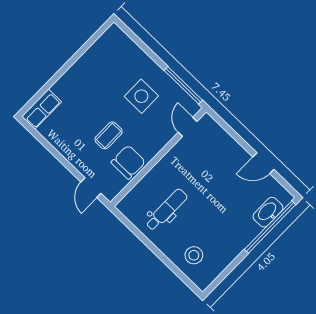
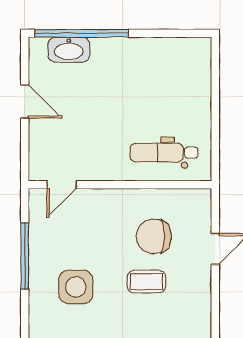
door: (188, 127) -> (62, 185), moved
wall: (158, 157) -> (120, 185), moved
stool: (194, 255) -> (183, 82), removed

